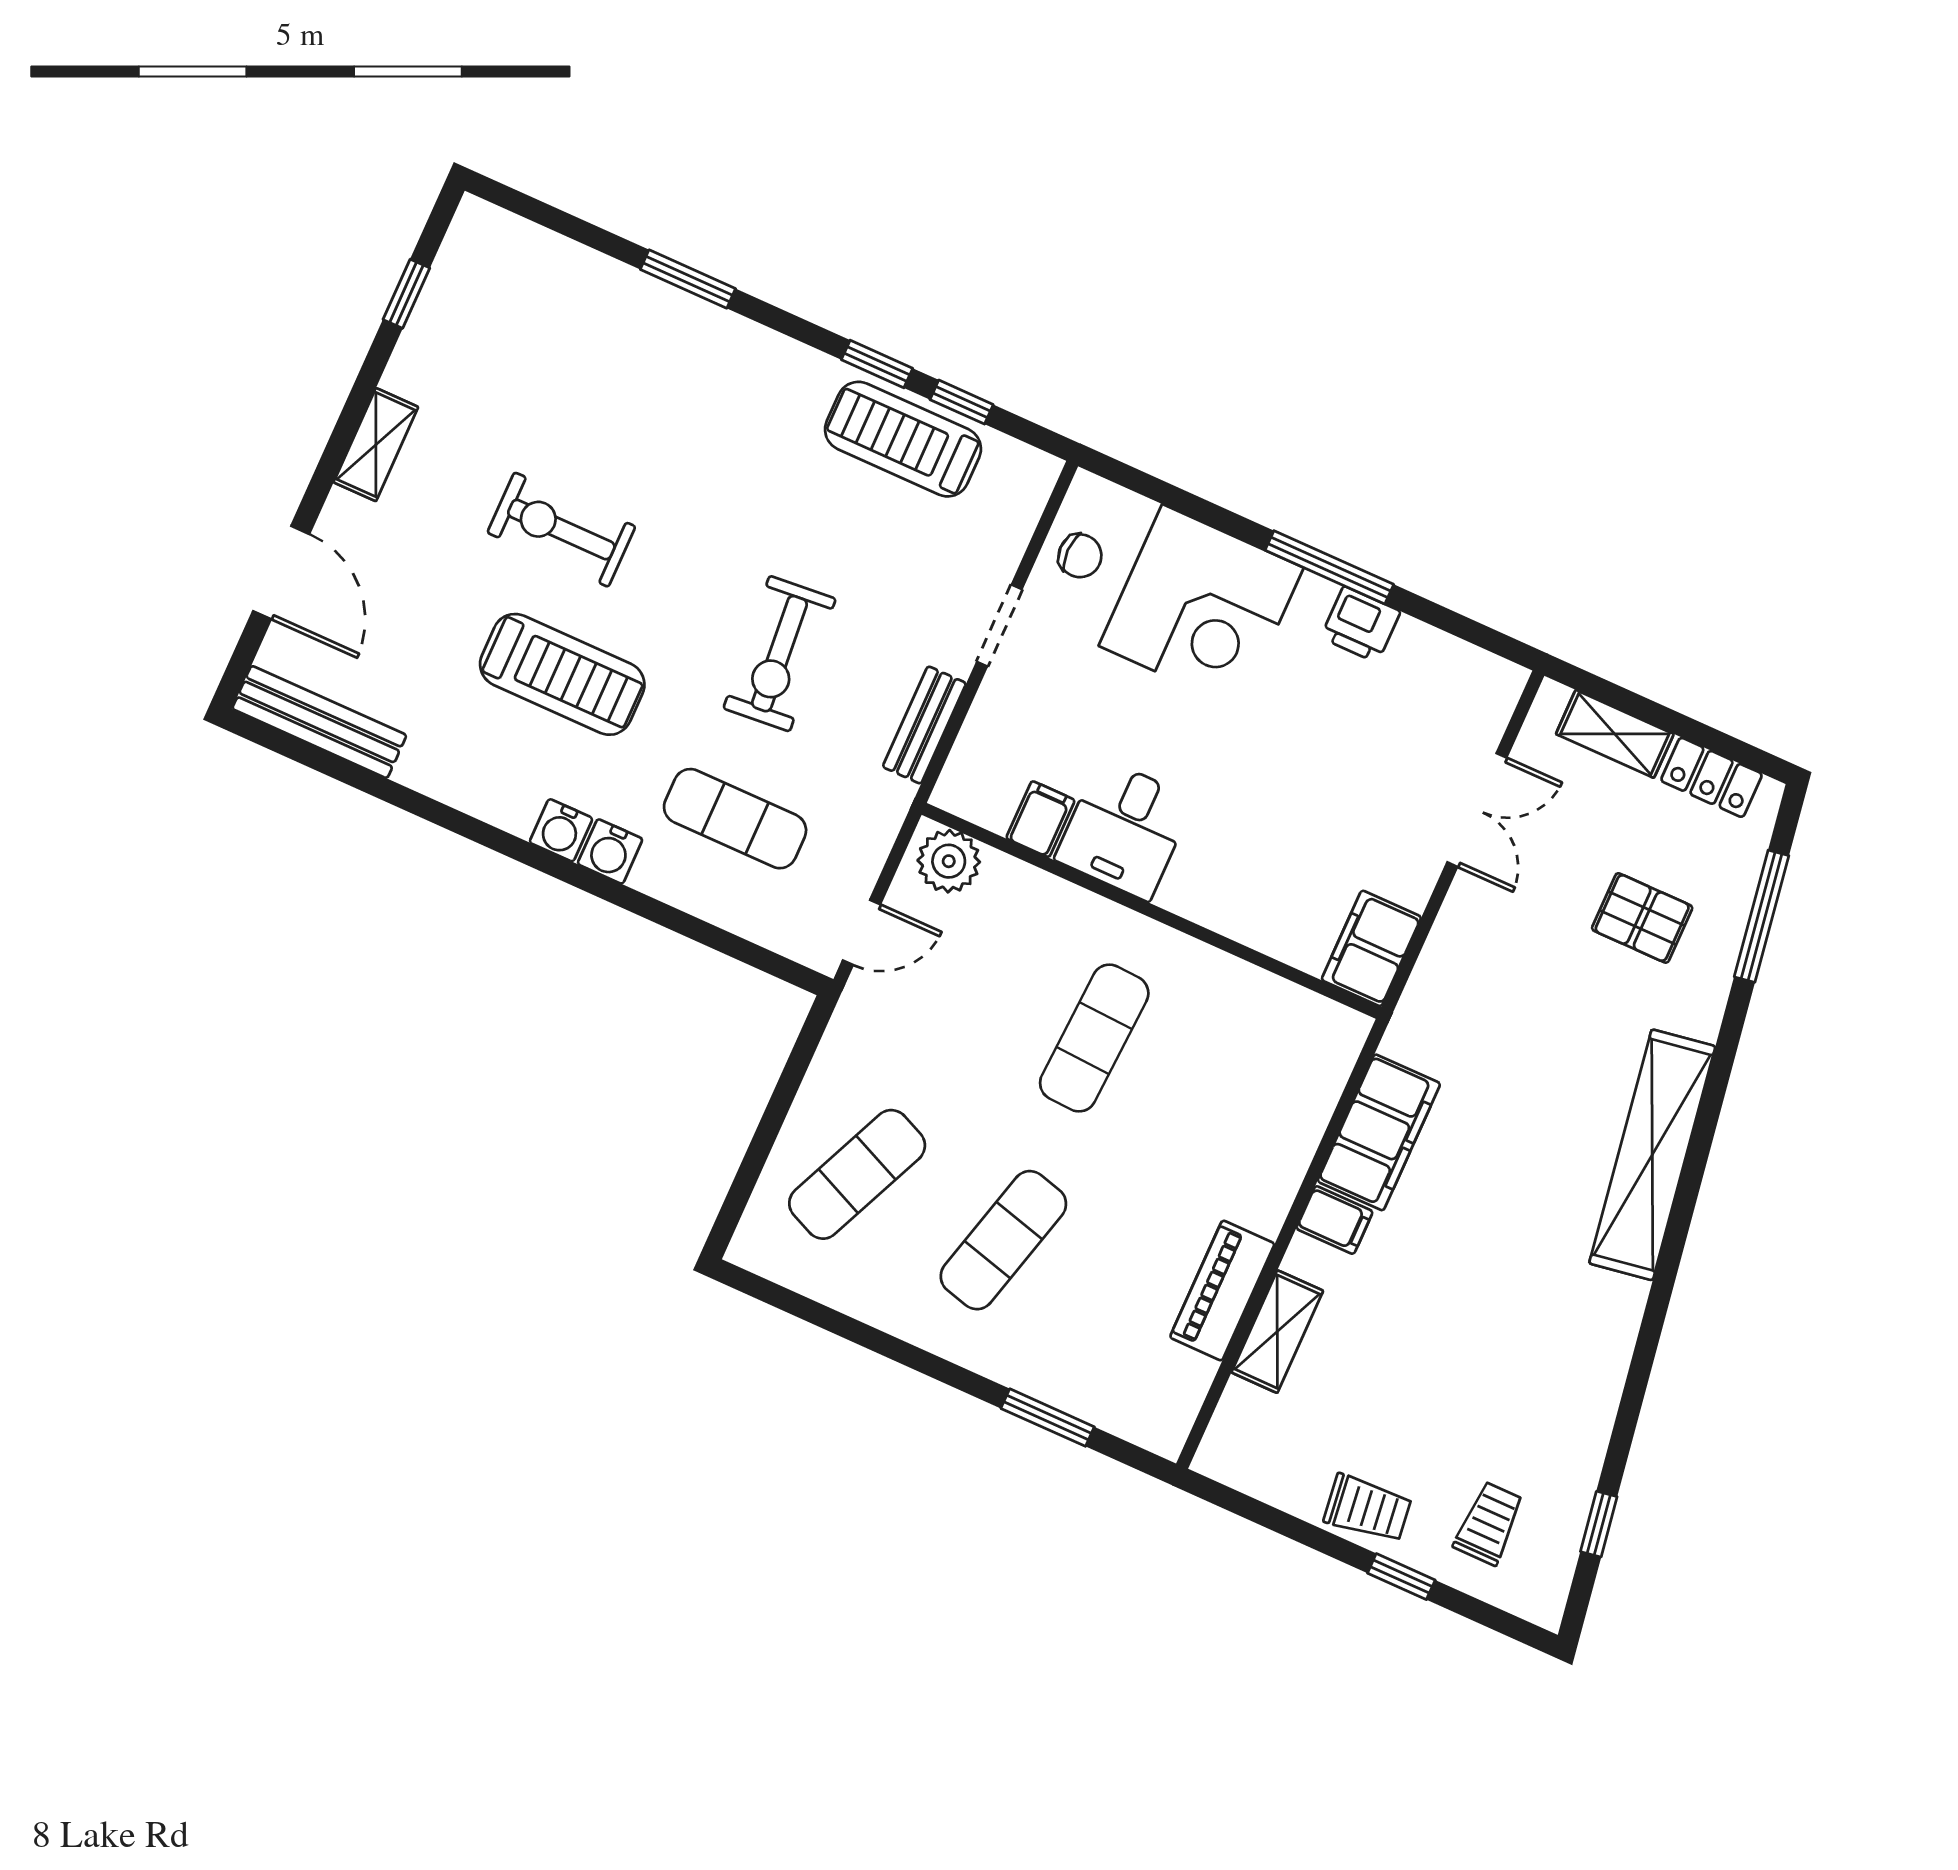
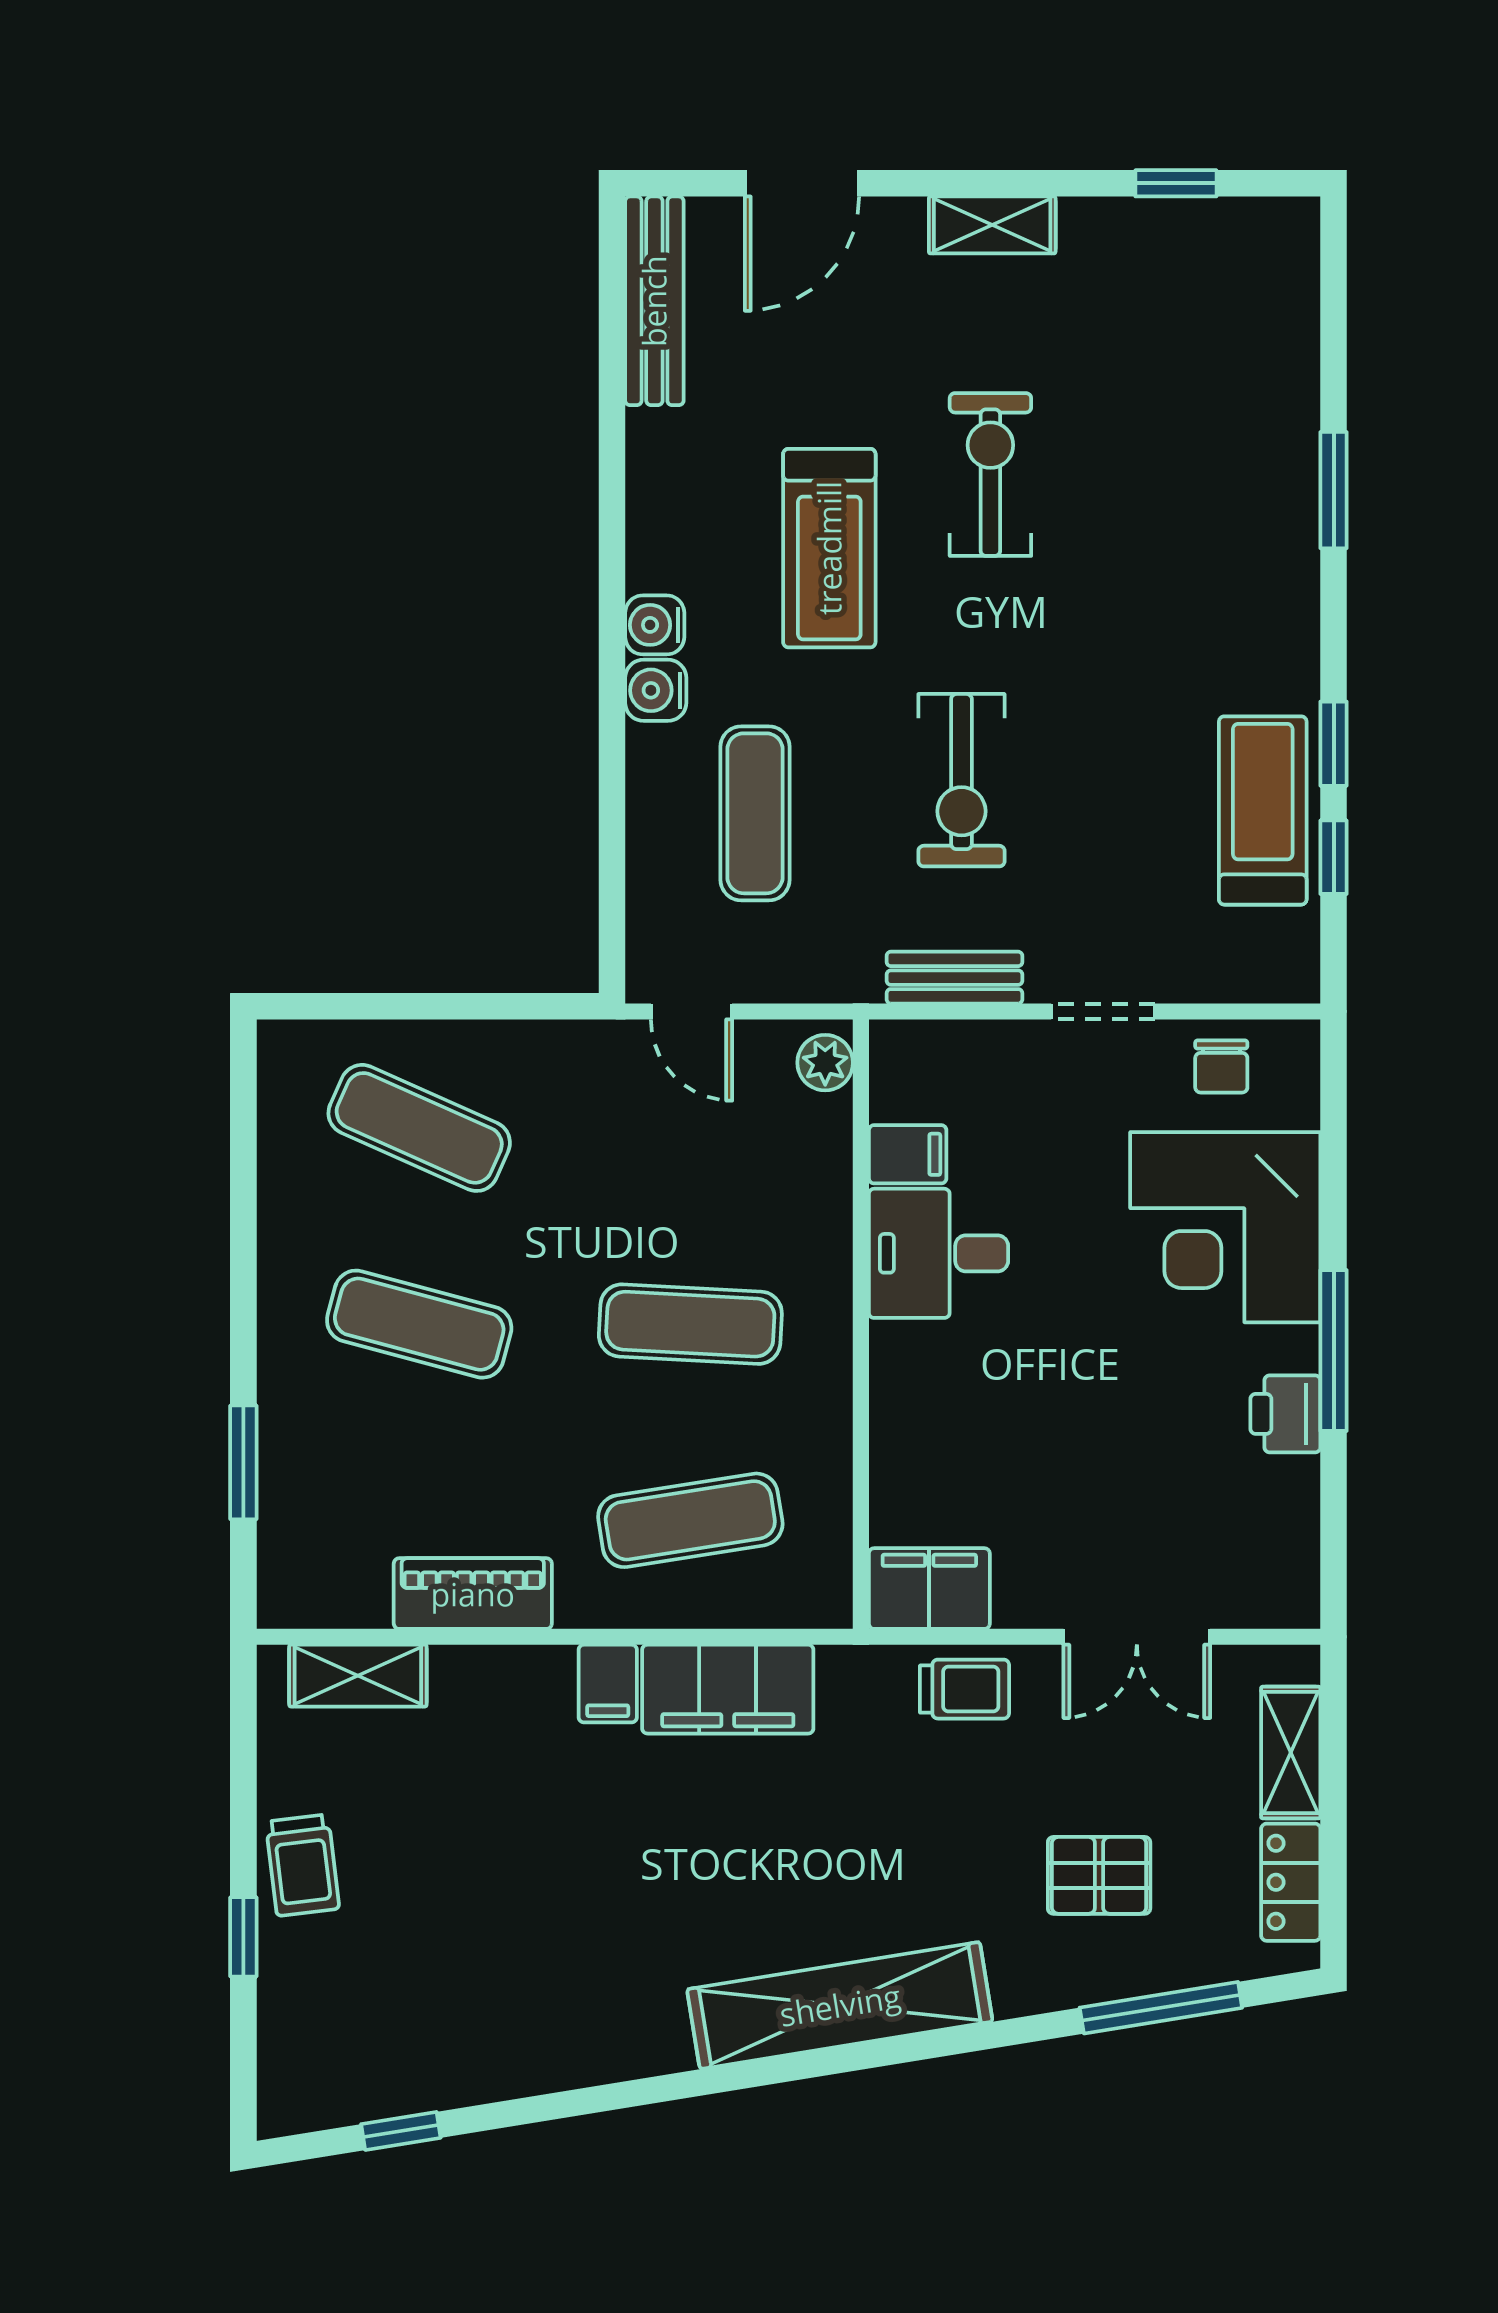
exercise bike: (780, 654) -> (961, 780), turned -85
plant: (949, 861) -> (825, 1063), width x0.73, depth x0.73
pallet: (1642, 918) -> (1099, 1875), turned 90
exercise mat: (1240, 1104) -> (690, 1520), added
shelving: (1277, 1332) -> (358, 1676), moved
trolley: (1489, 1523) -> (964, 1689), moved

